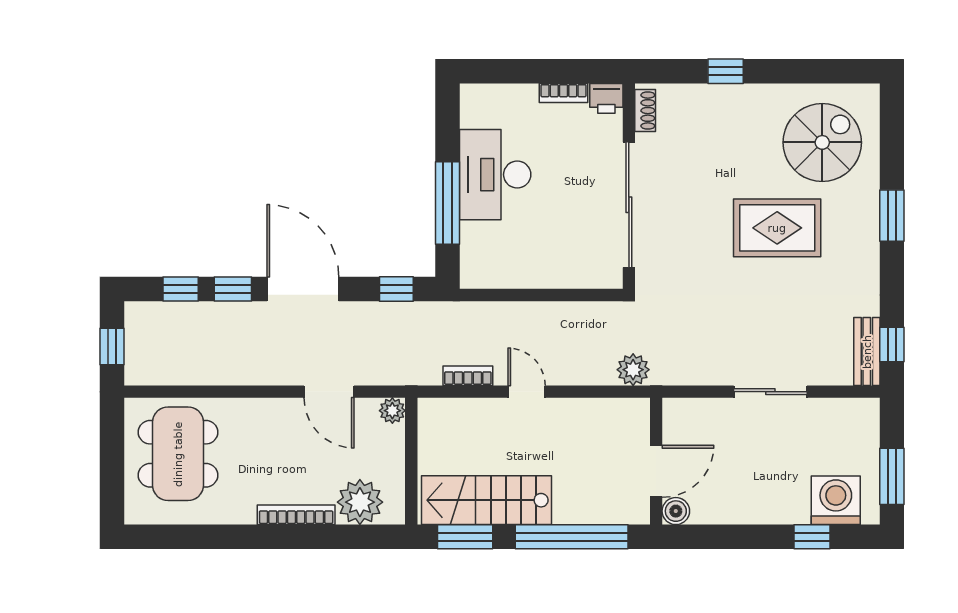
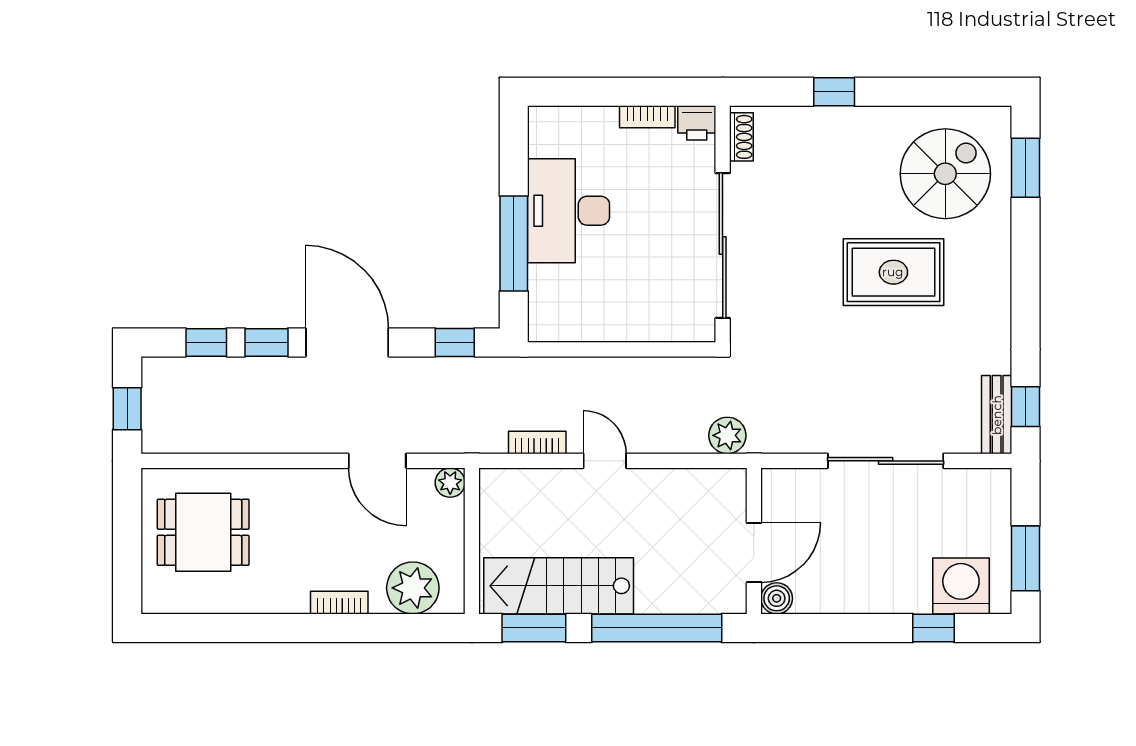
window: (892, 216) -> (1026, 168), moved
sliding door: (770, 392) -> (886, 461), width x1.37
dining table: (178, 454) -> (203, 532), width x0.73
bookcase: (296, 515) -> (339, 603), width x0.64

